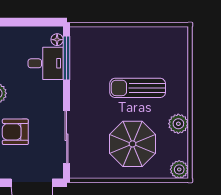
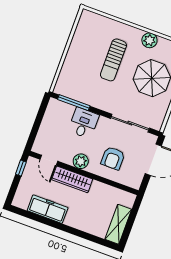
floor lamp: (57, 40) -> (58, 105), removed
desk: (46, 63) -> (84, 123), moved

